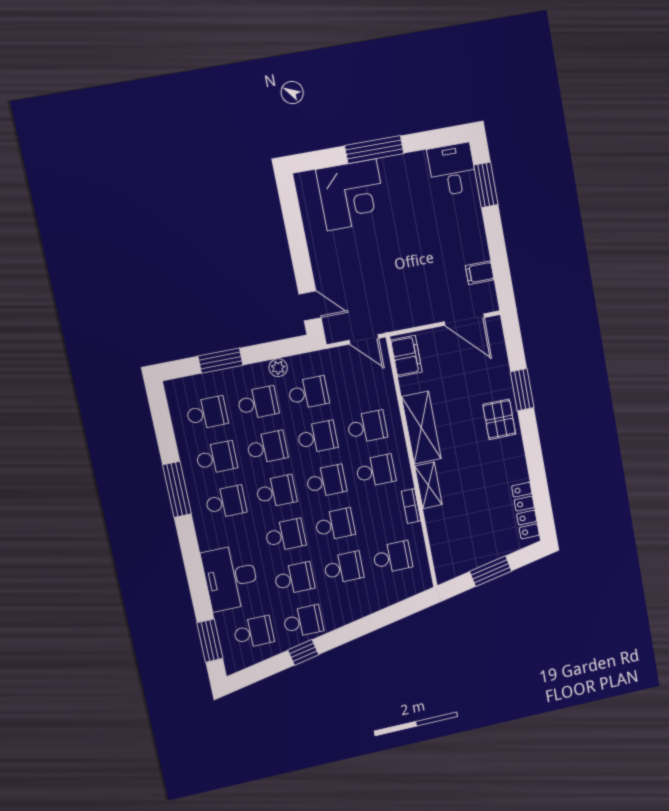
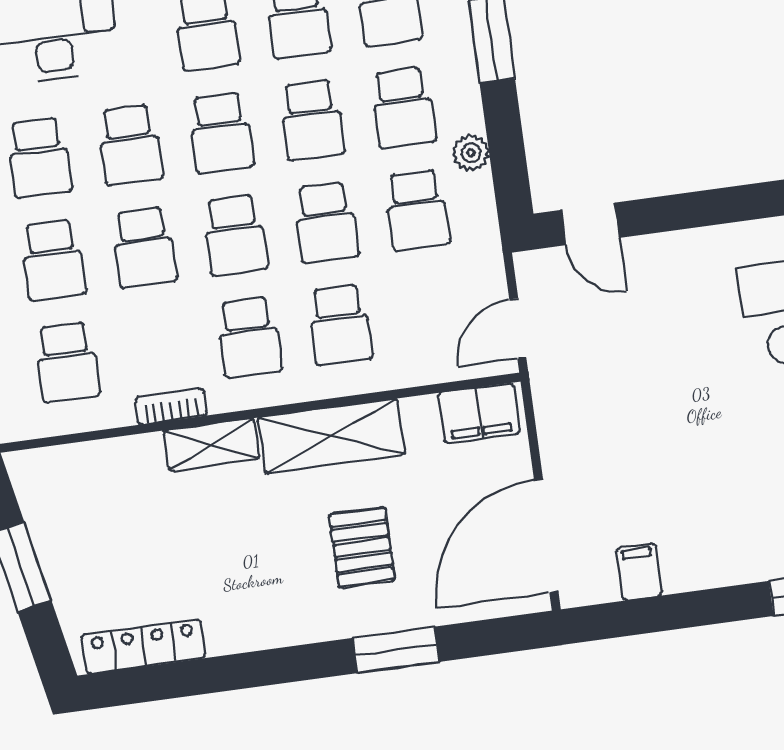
door: (310, 306) -> (590, 224), hinge flipped
door: (464, 320) -> (546, 536), width x1.36
pallet: (499, 419) -> (362, 547), moved, turned 90

